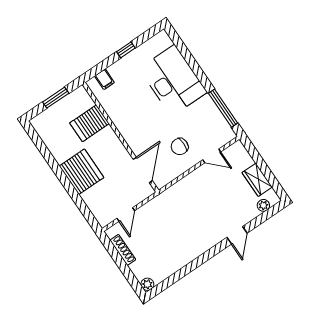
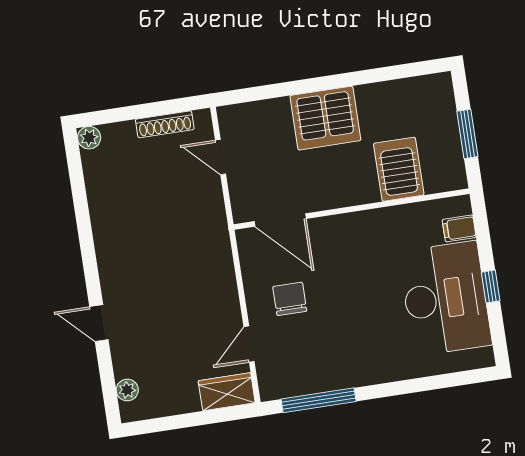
desk: (173, 80) -> (445, 298), moved, turned -90
wardrobe: (257, 180) -> (227, 392), moved

